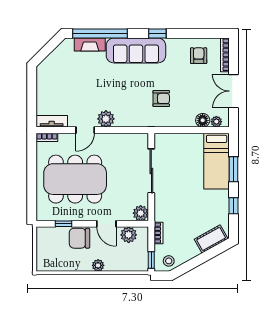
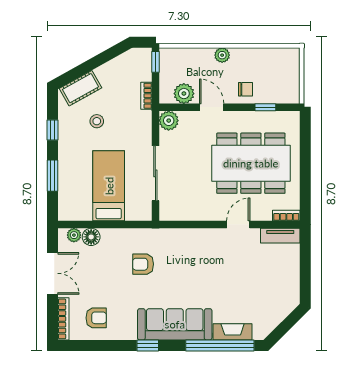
armchair: (199, 56) -> (96, 318), turned -90
plant: (106, 119) -> (212, 239), removed
bed: (217, 161) -> (109, 186), moved
chair: (79, 238) -> (246, 89), width x0.54, depth x0.54
stool: (169, 261) -> (97, 121), moved

